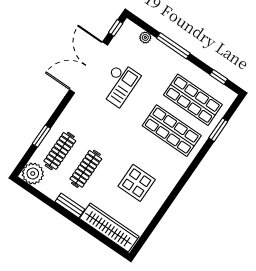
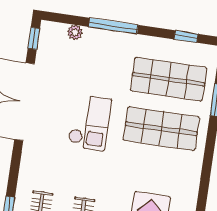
checkout: (119, 84) -> (90, 123), moved

